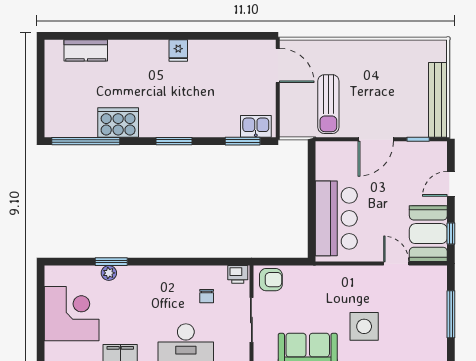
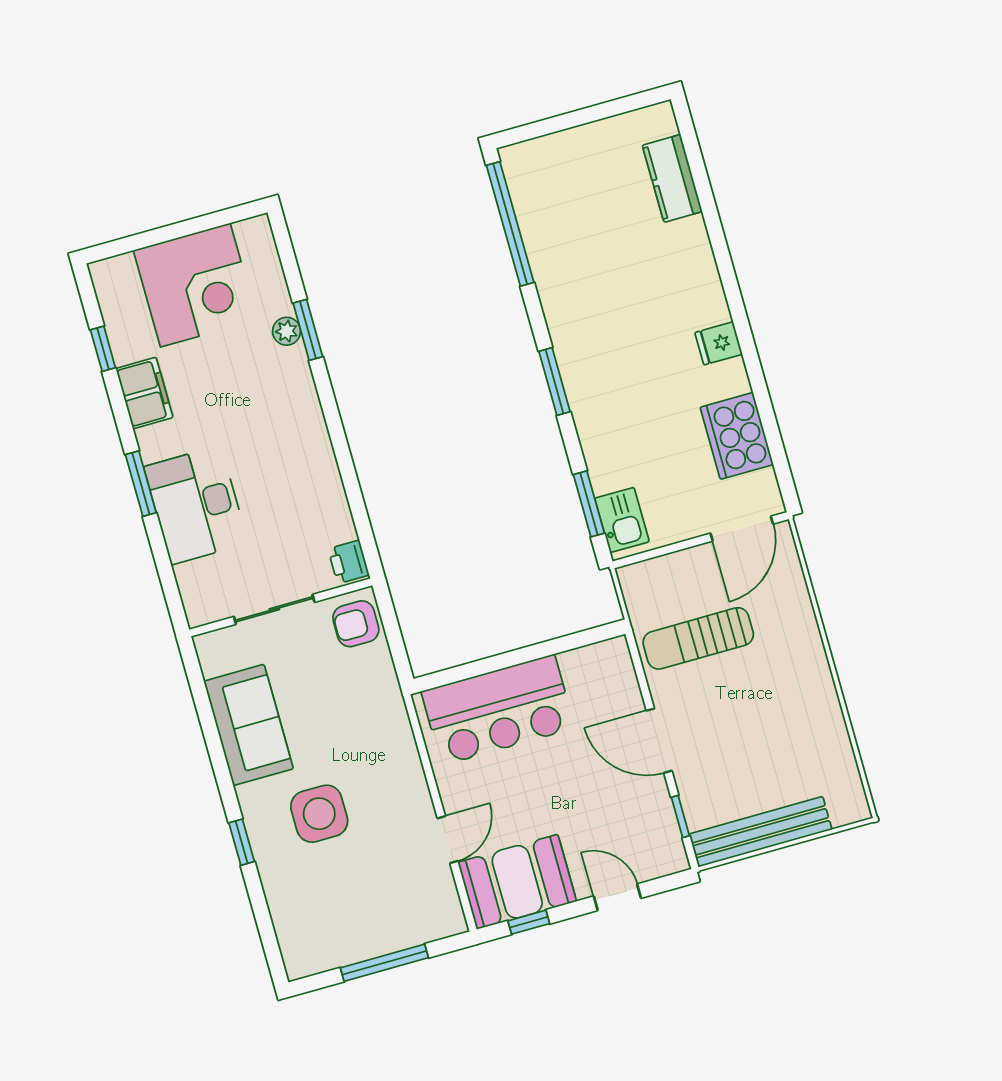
cooker: (118, 123) -> (737, 436), moved, turned 180
armchair: (271, 280) -> (356, 624), turned 90
chair: (207, 296) -> (294, 517), removed

